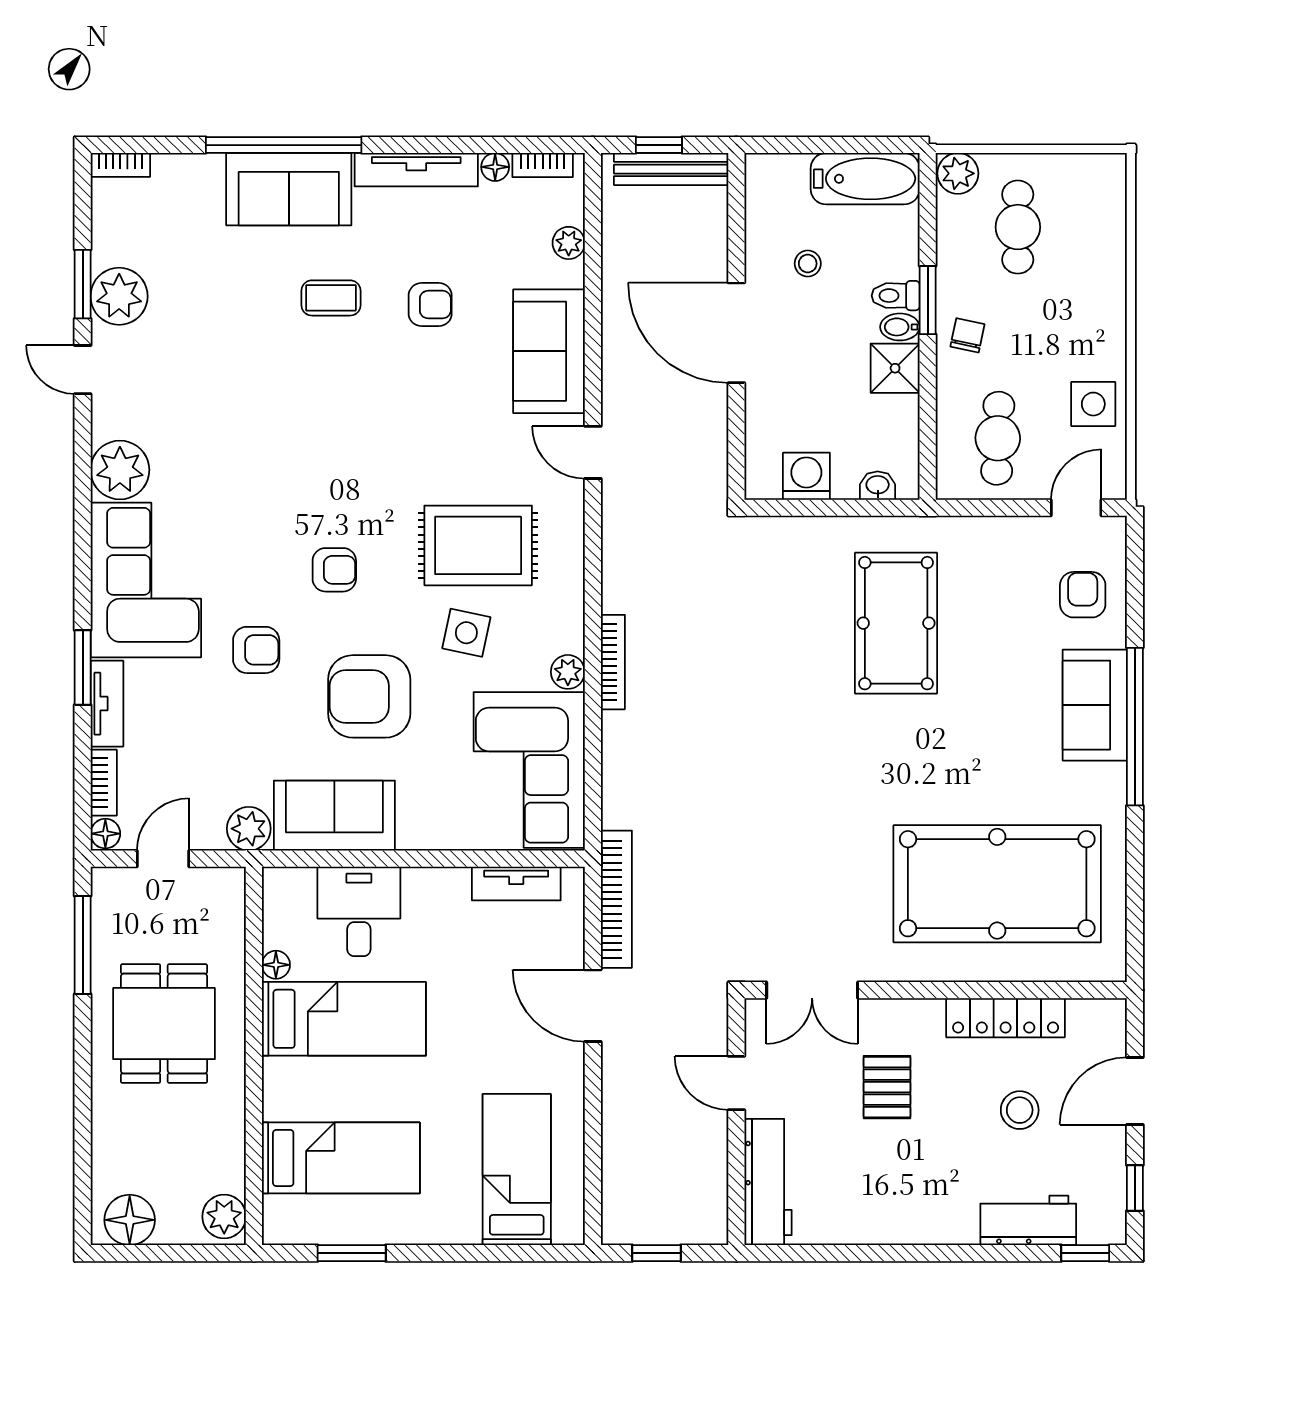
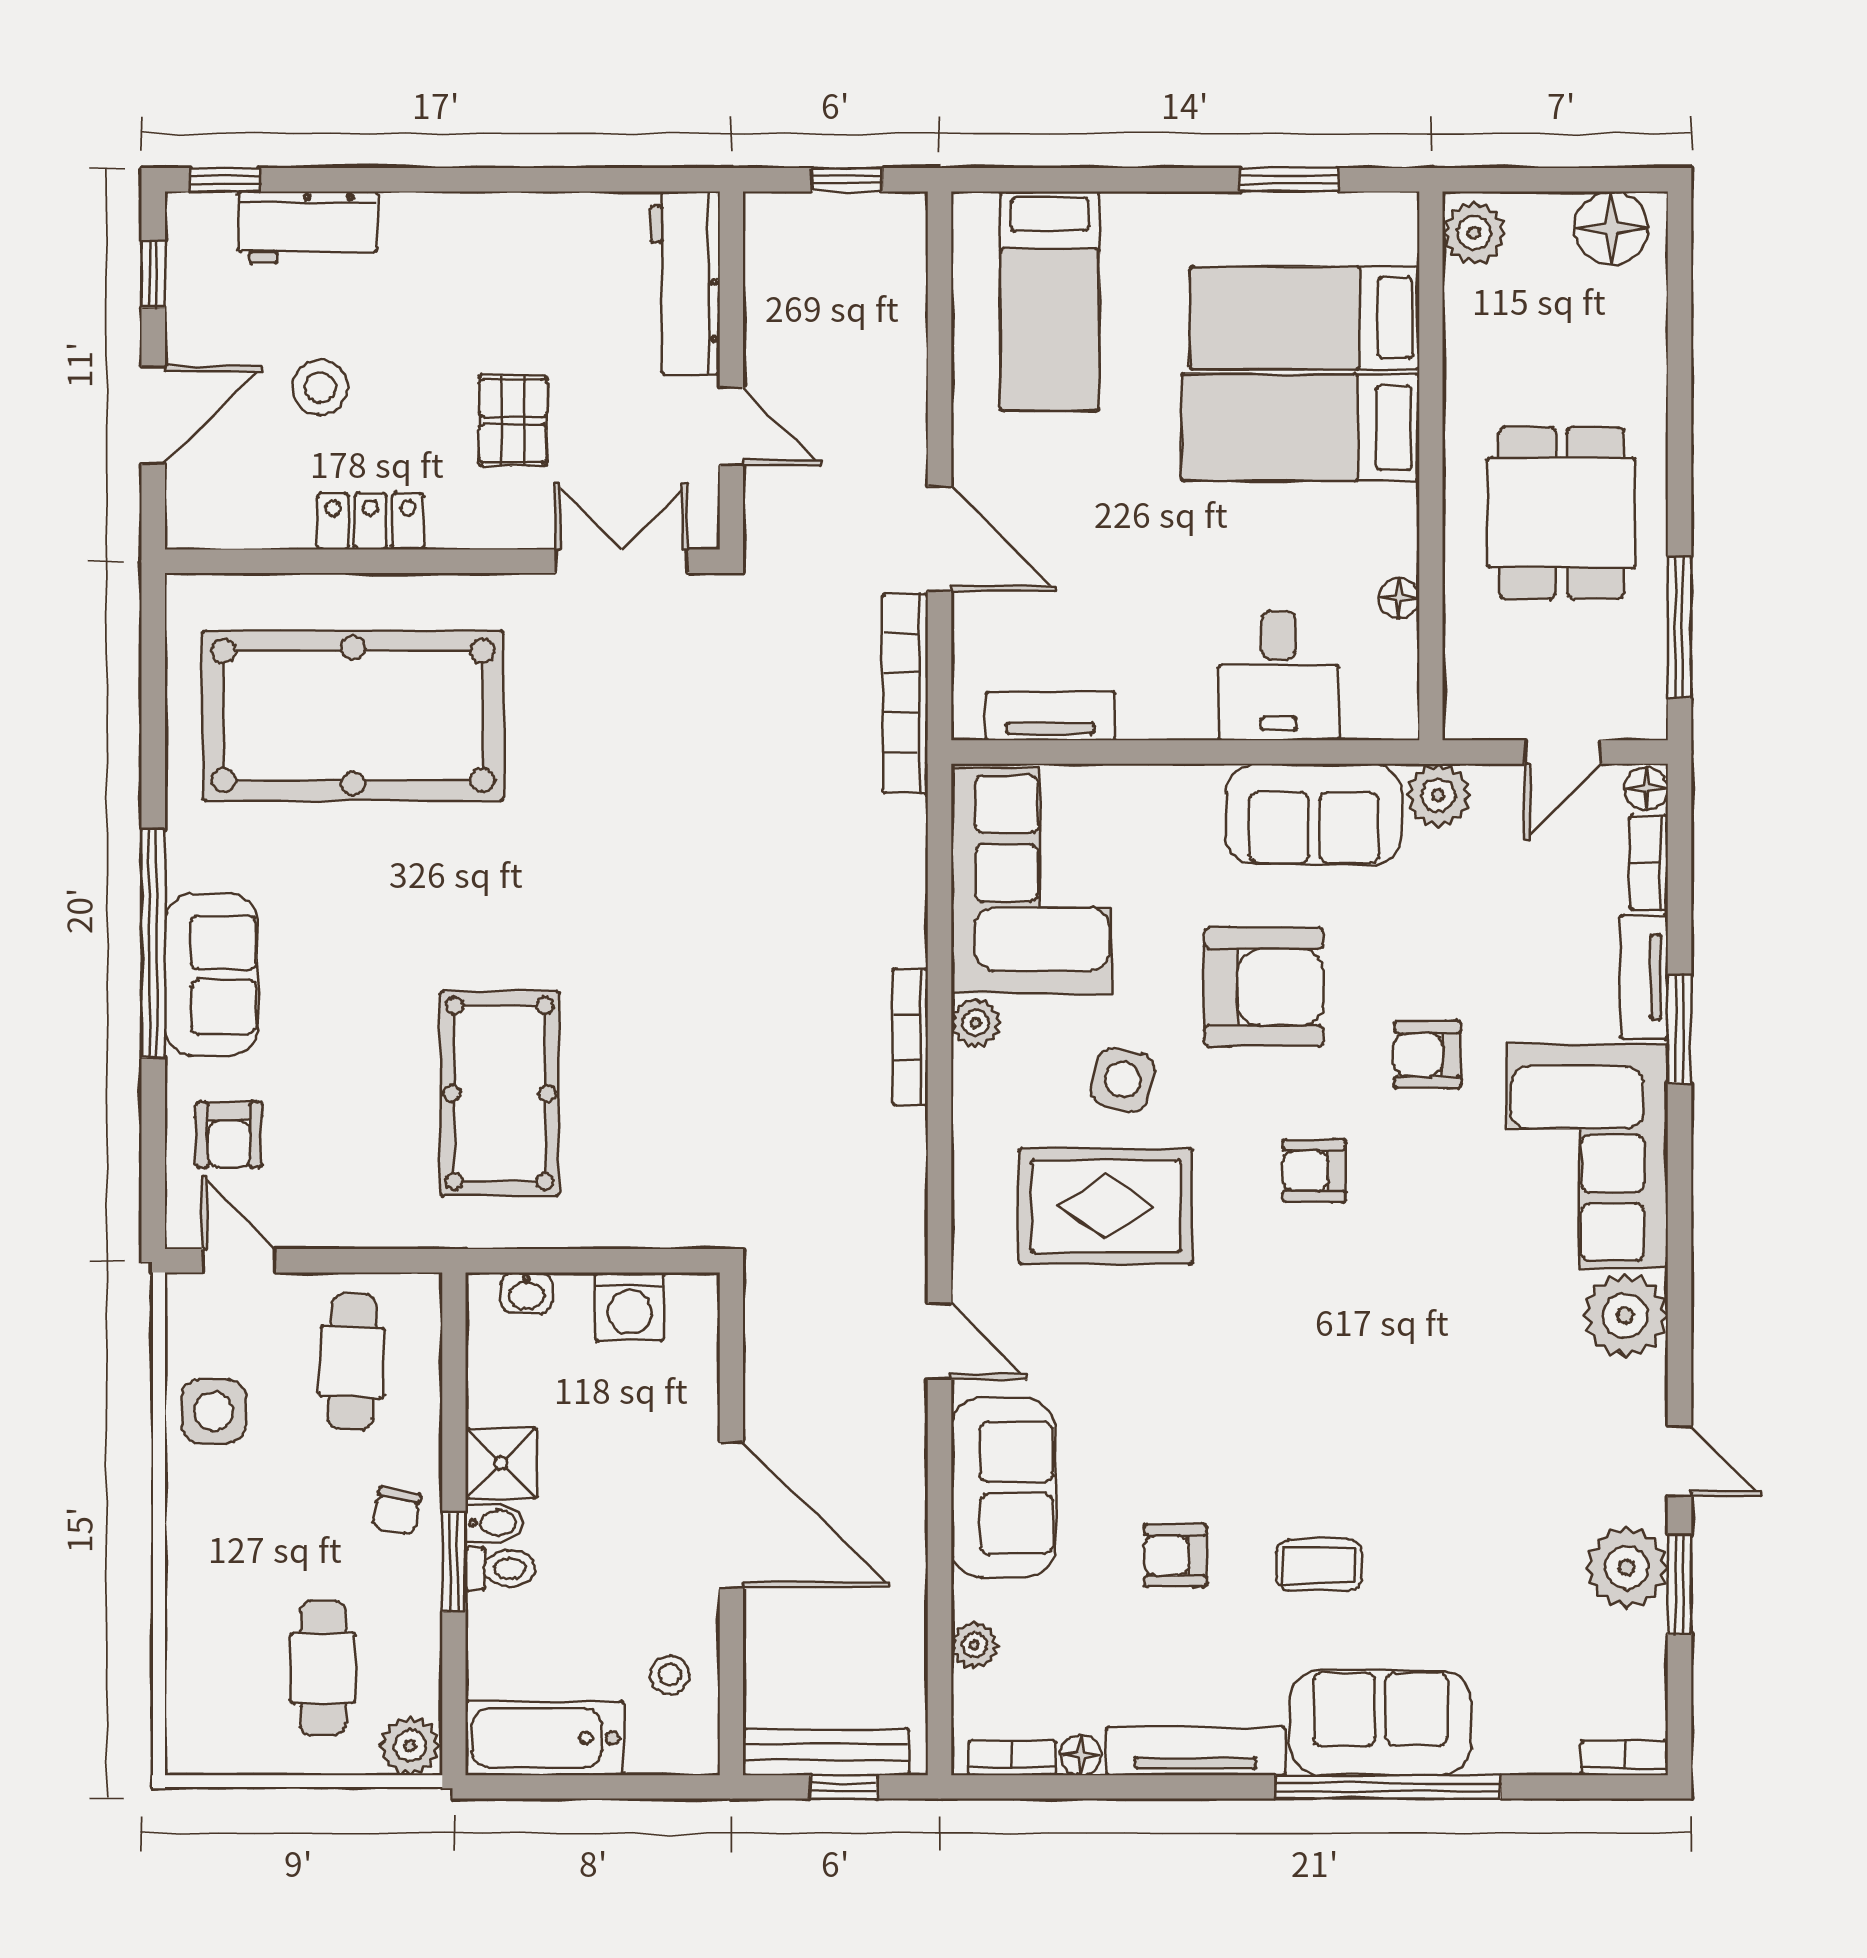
stool: (808, 264) -> (670, 1675), moved
door: (1076, 508) -> (239, 1261), swing flipped
locker: (1006, 1018) -> (370, 521), width x0.66
bed: (344, 1019) -> (1300, 427), moved

